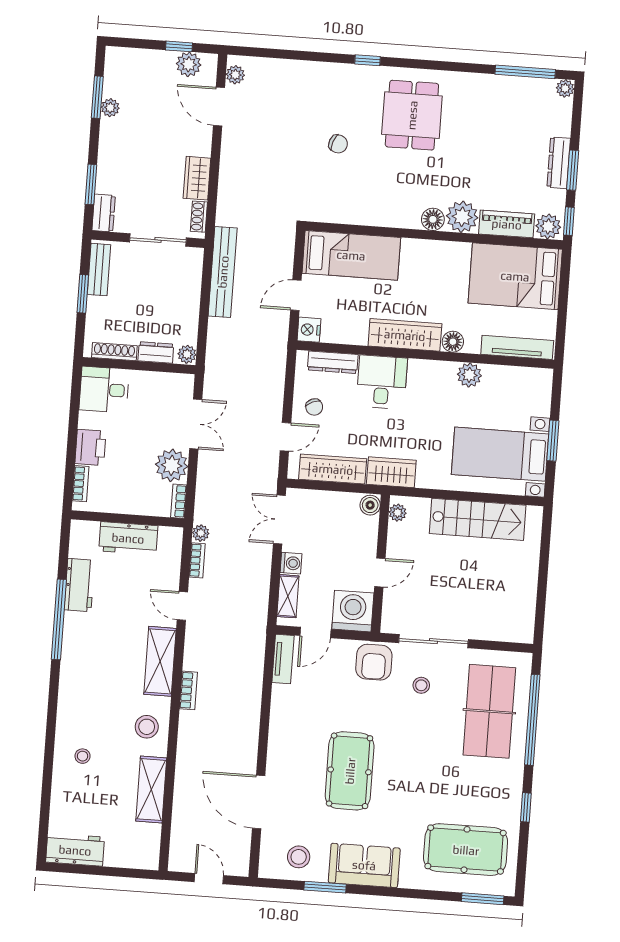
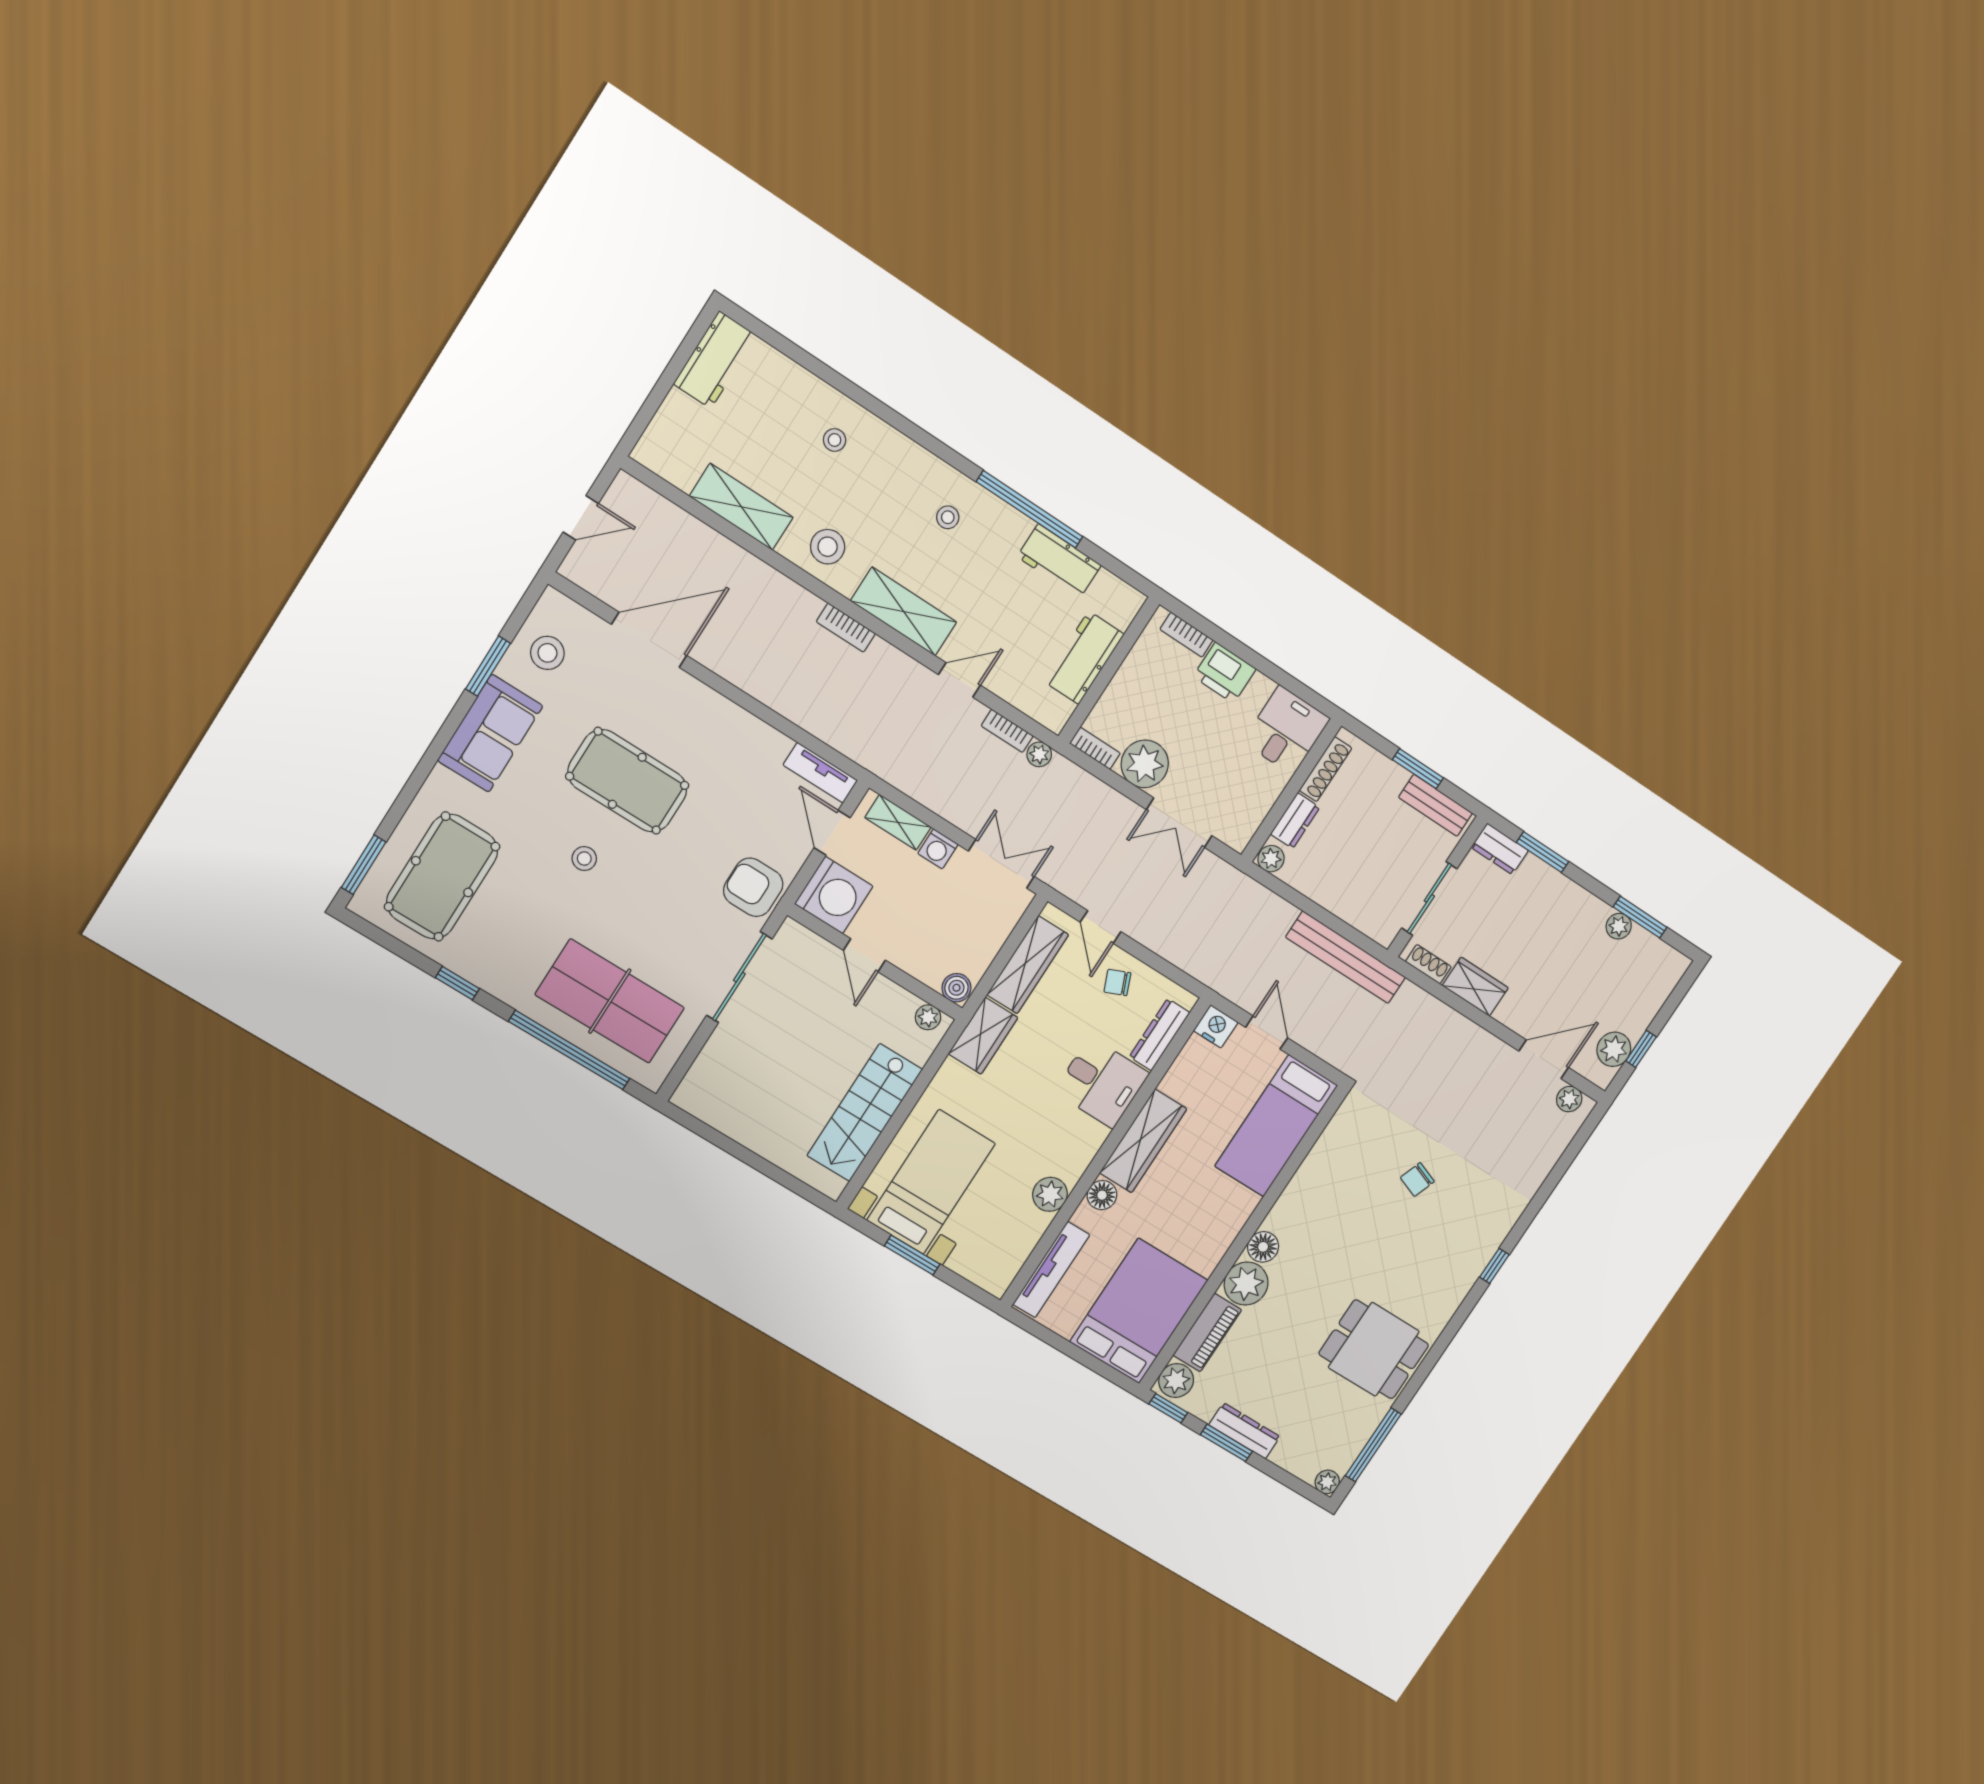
dining table: (412, 115) -> (1374, 1349), moved
stool: (90, 665) -> (948, 517), added
stool: (421, 685) -> (584, 859), moved

